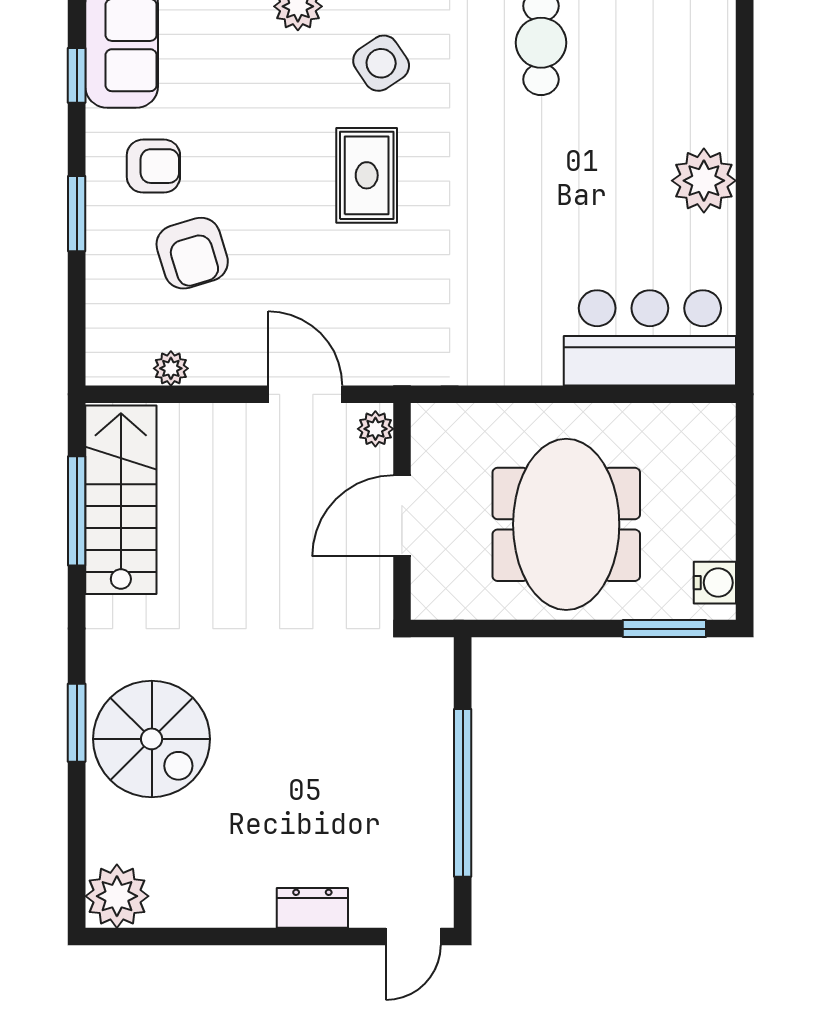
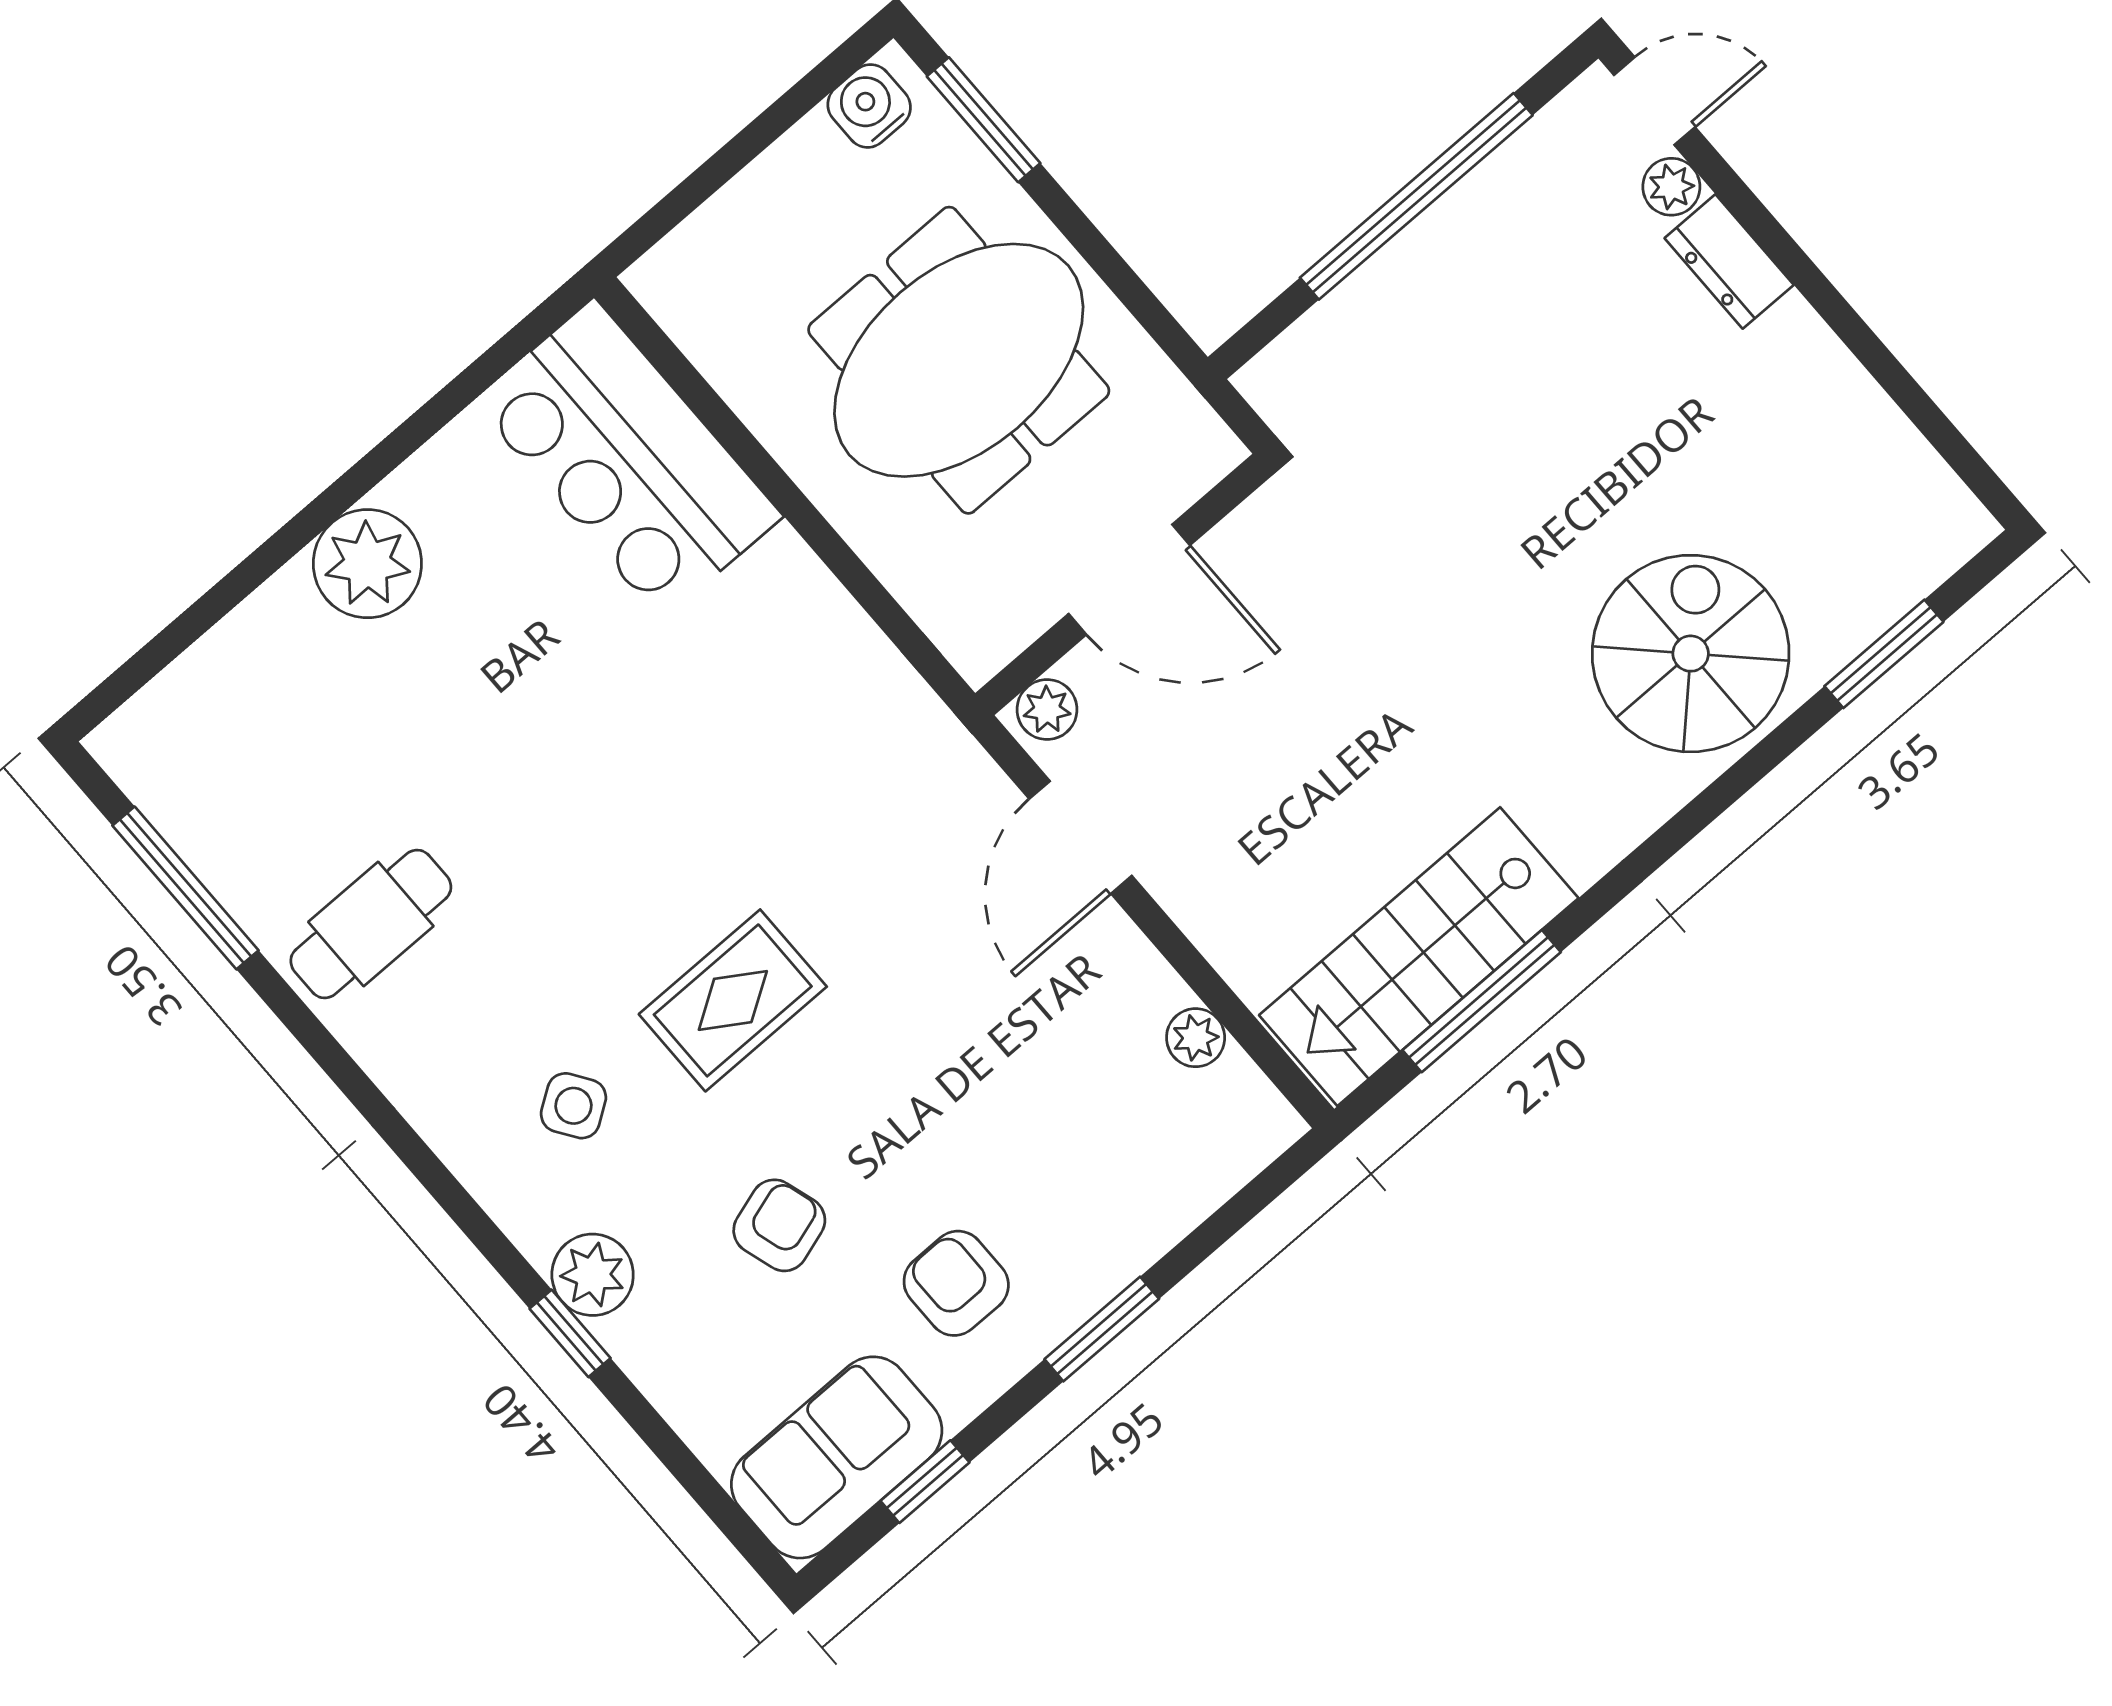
side table: (381, 63) -> (573, 1106), width x0.73, depth x0.73
armchair: (192, 253) -> (779, 1225), moved, width x0.72, depth x0.72
window: (77, 723) -> (1884, 654), moved
plant: (117, 896) -> (1671, 187), moved, width x0.53, depth x0.53

